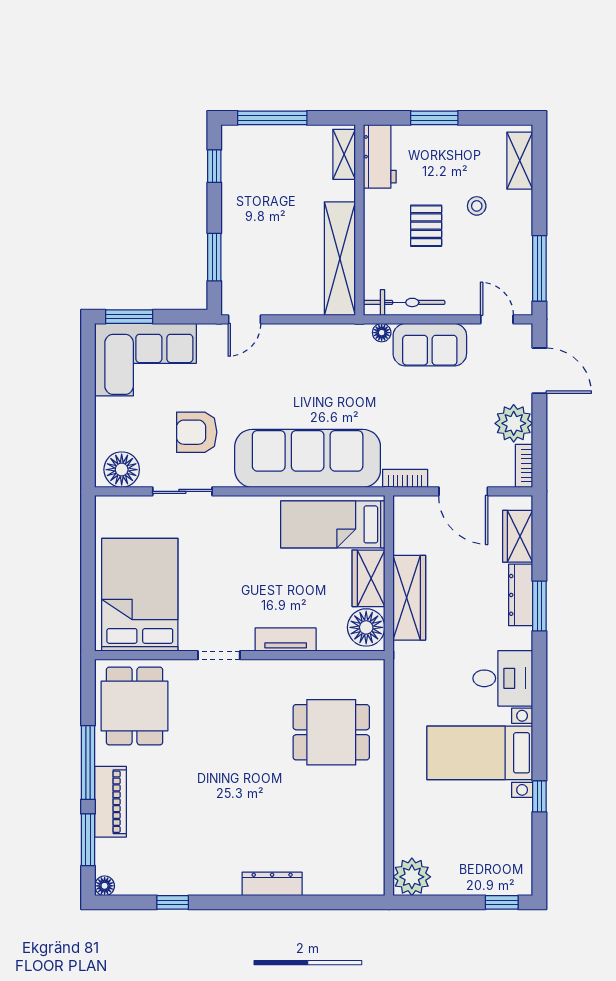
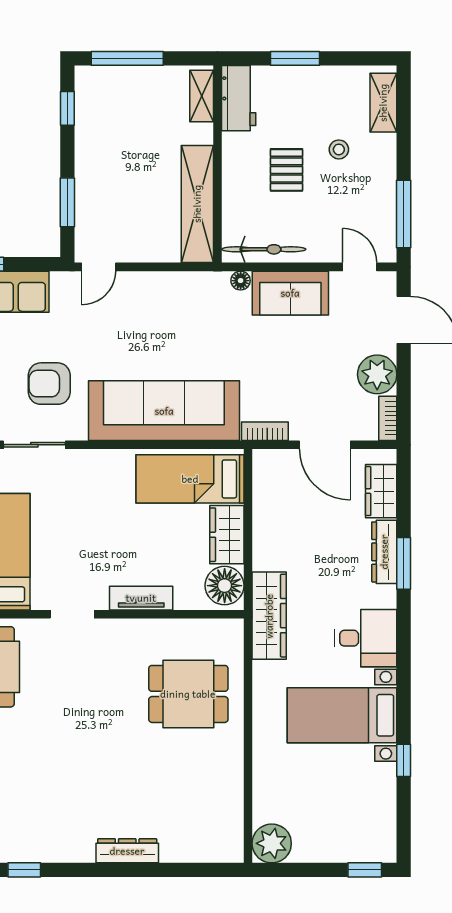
wardrobe: (409, 598) -> (269, 616), moved

